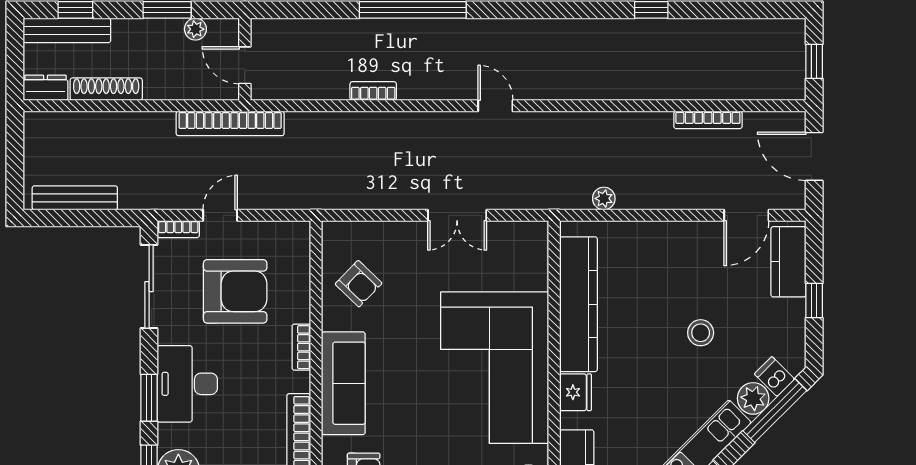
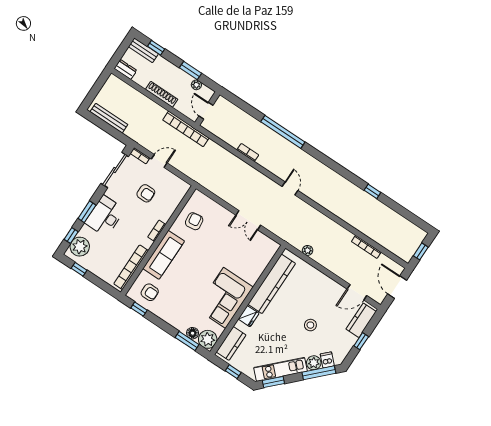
bench: (67, 30) -> (143, 50), width x0.73
shoe rack: (106, 89) -> (162, 94), moved
armchair: (359, 284) -> (194, 221), turned -142
armchair: (235, 291) -> (146, 193), width x0.53, depth x0.53
corner sofa: (495, 368) -> (225, 298), width x0.73, depth x0.74

